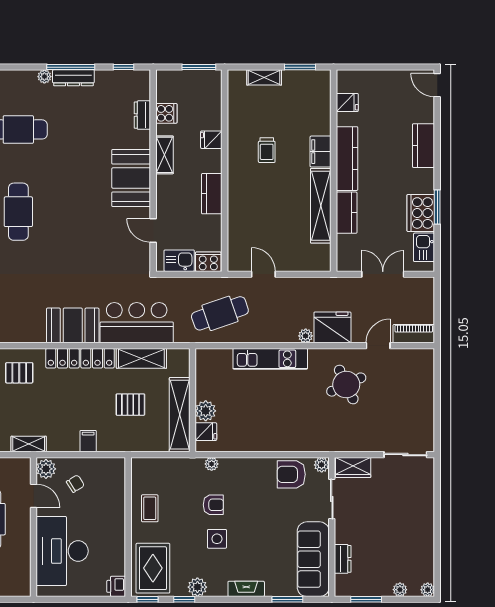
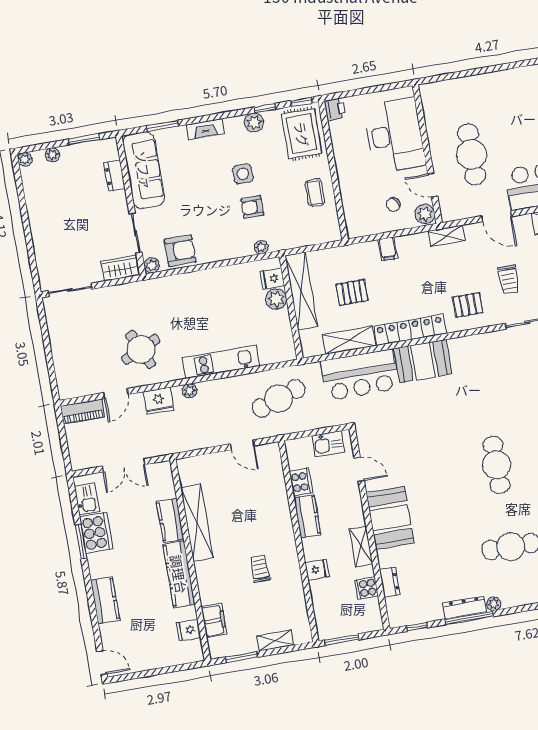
filing cabinet: (321, 152) -> (214, 620), moved
cooker: (208, 262) -> (301, 482), moved, turned -90
fridge: (332, 327) -> (159, 401), width x0.73, depth x0.75

